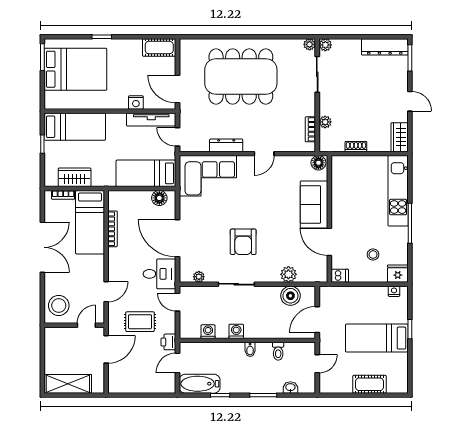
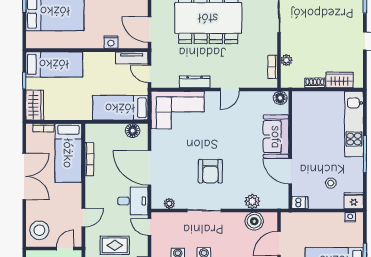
tv unit: (151, 120) -> (132, 58), width x0.71
wardrobe: (400, 137) -> (340, 80), moved, turned 90
wardrobe: (75, 177) -> (35, 105), moved, turned 90

